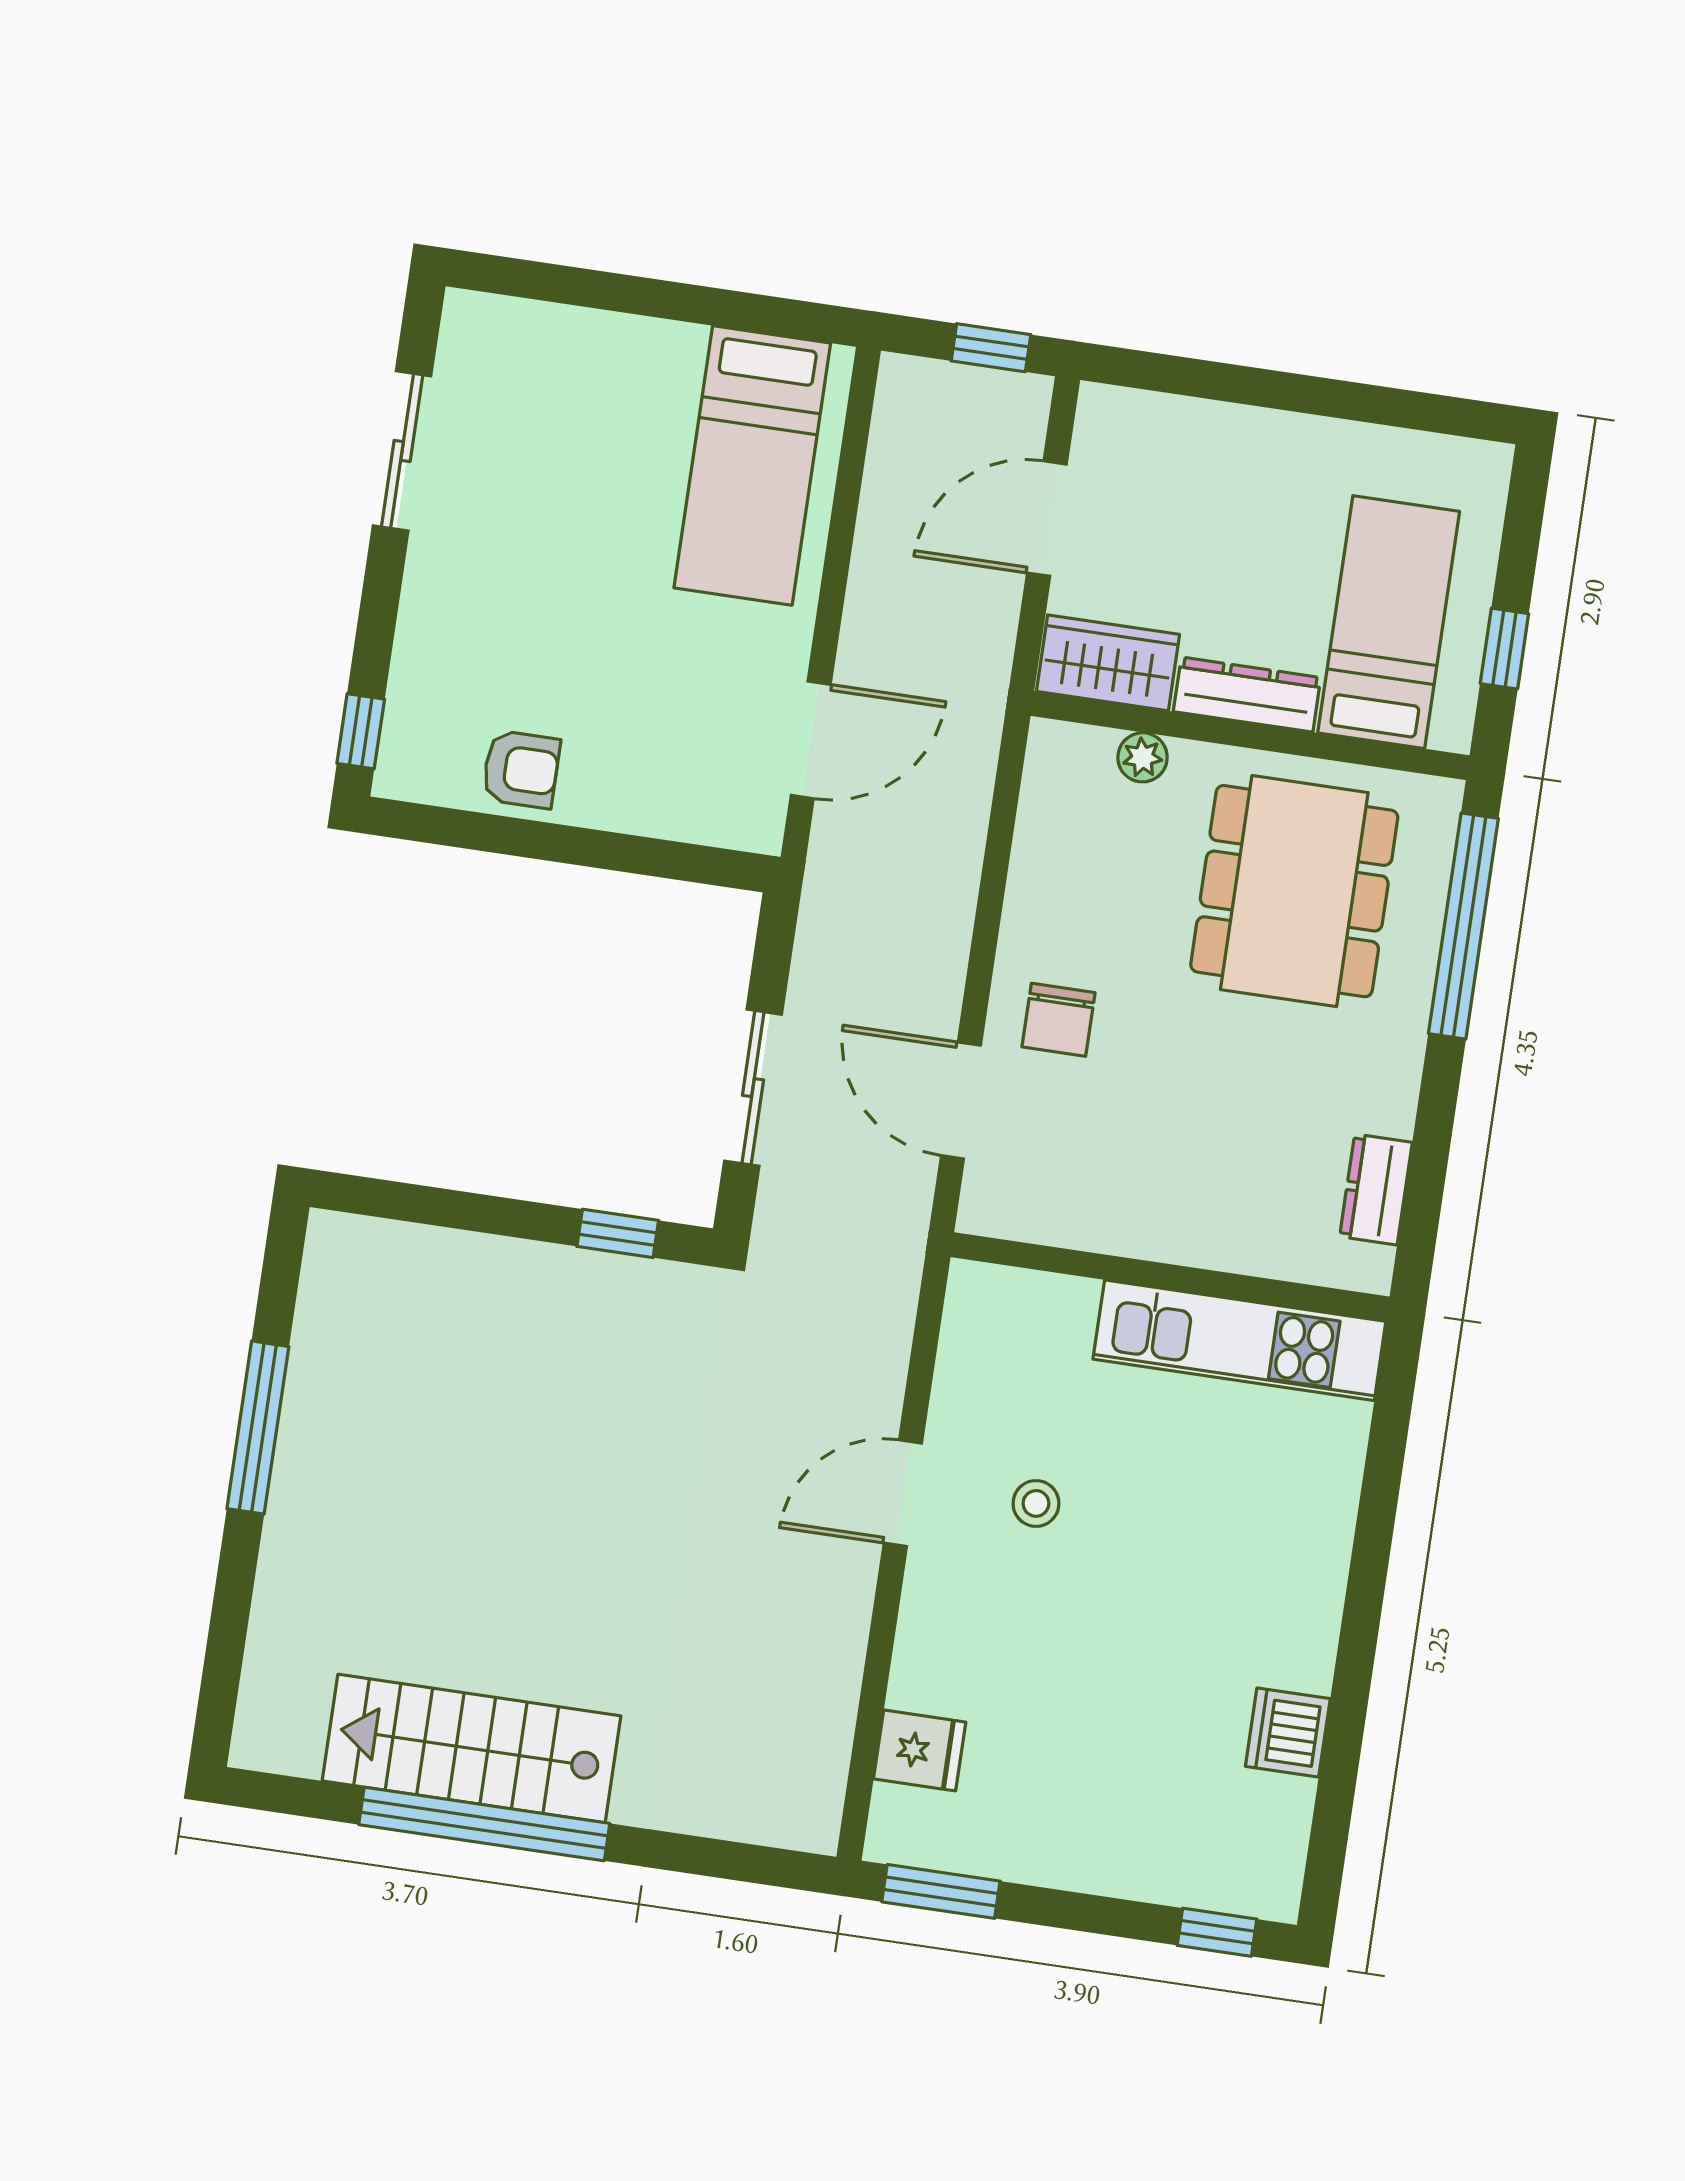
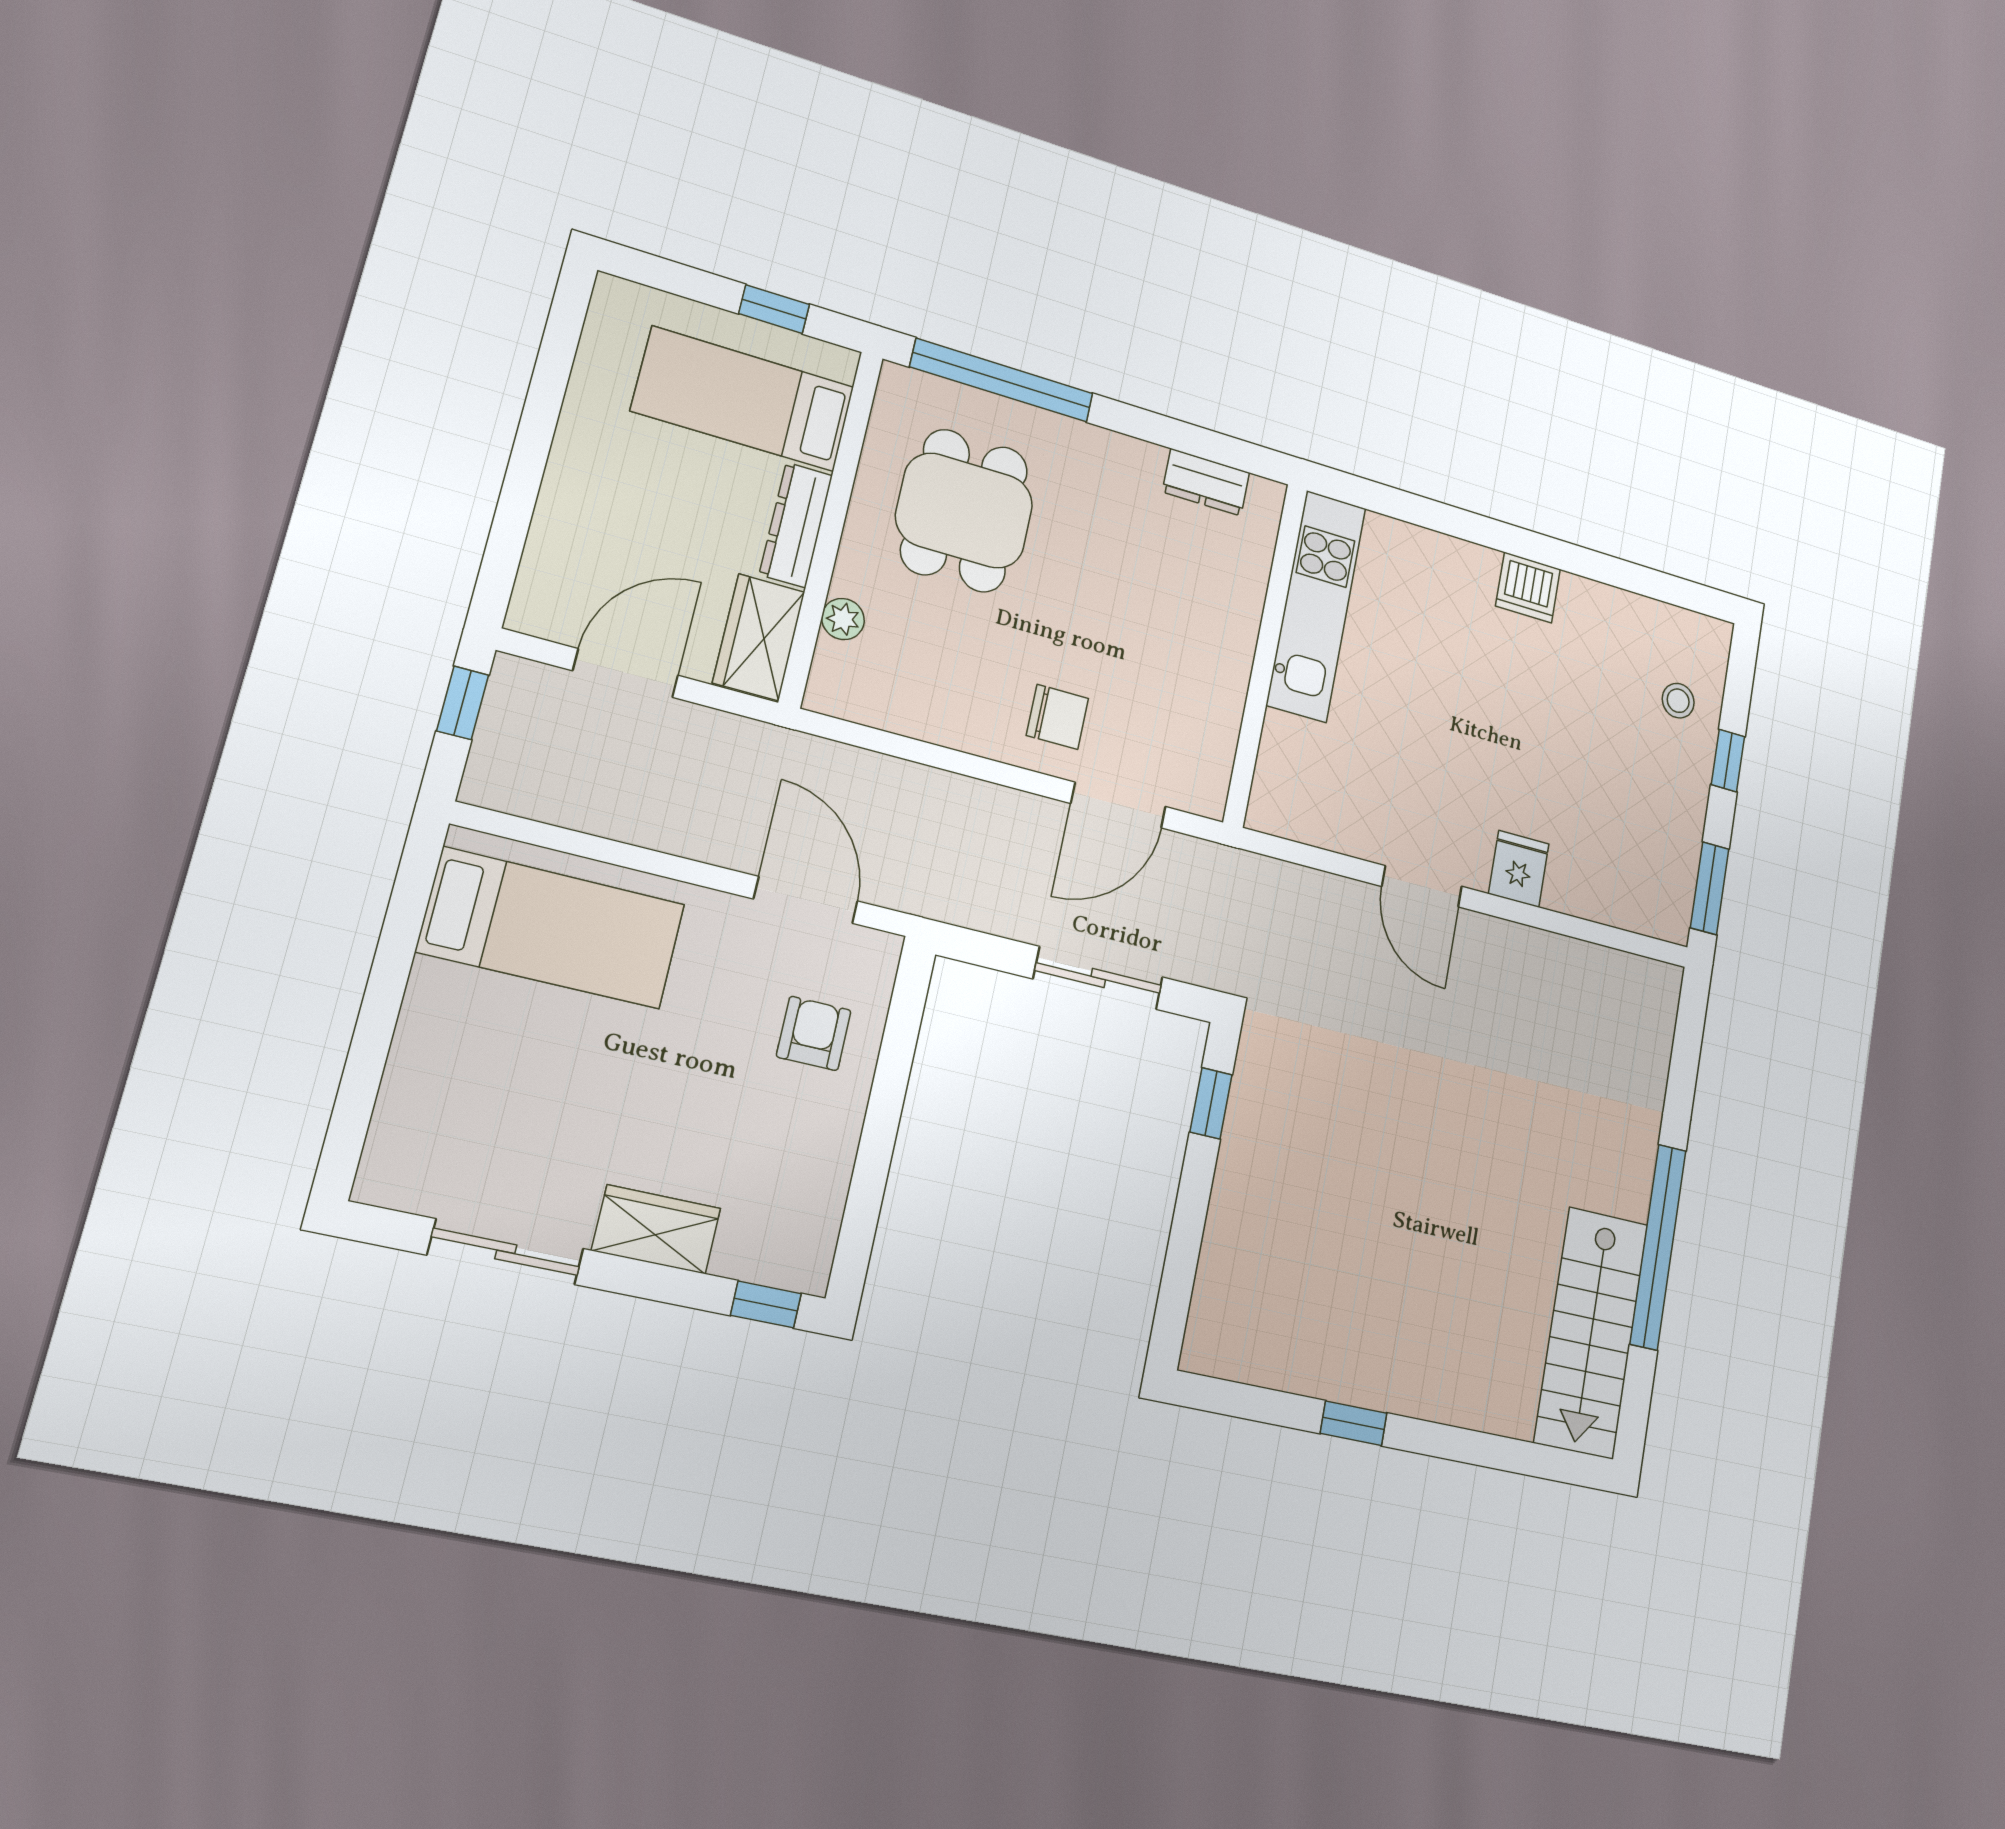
door: (1047, 519) -> (626, 673), swing flipped
wardrobe: (435, 606) -> (656, 1229), added
armchair: (521, 769) -> (814, 1033), moved
dining table: (1294, 891) -> (964, 511), width x0.73
window: (258, 1428) -> (1354, 1423), width x0.46
stool: (1036, 1503) -> (1678, 701), moved
dishwasher: (1288, 1733) -> (1528, 588), moved
stairs: (472, 1748) -> (1591, 1332), moved
fridge: (920, 1750) -> (1519, 869), moved
window: (1217, 1932) -> (1728, 761), moved

